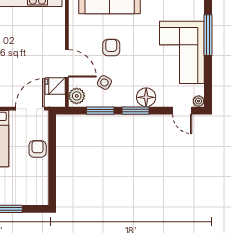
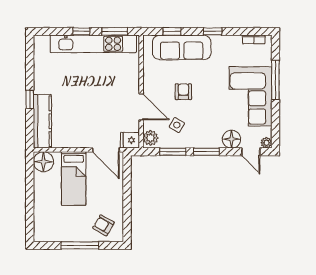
fridge: (55, 86) -> (130, 140), moved
floor lamp: (146, 97) -> (232, 139), moved
door: (30, 109) -> (106, 150), swing flipped
armchair: (38, 149) -> (104, 225), moved, turned -60

